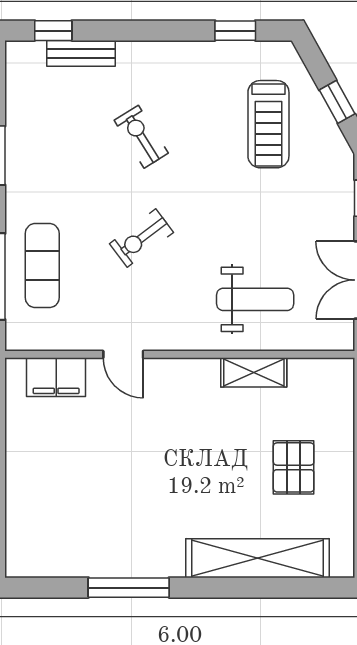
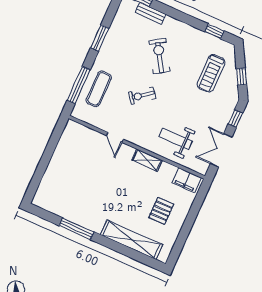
exercise bike: (141, 137) -> (160, 56), width x1.38, depth x1.39
weight bench: (255, 299) -> (175, 139), turned 180
shelving: (254, 372) -> (147, 160), moved
filing cabinet: (56, 377) -> (187, 180), moved

